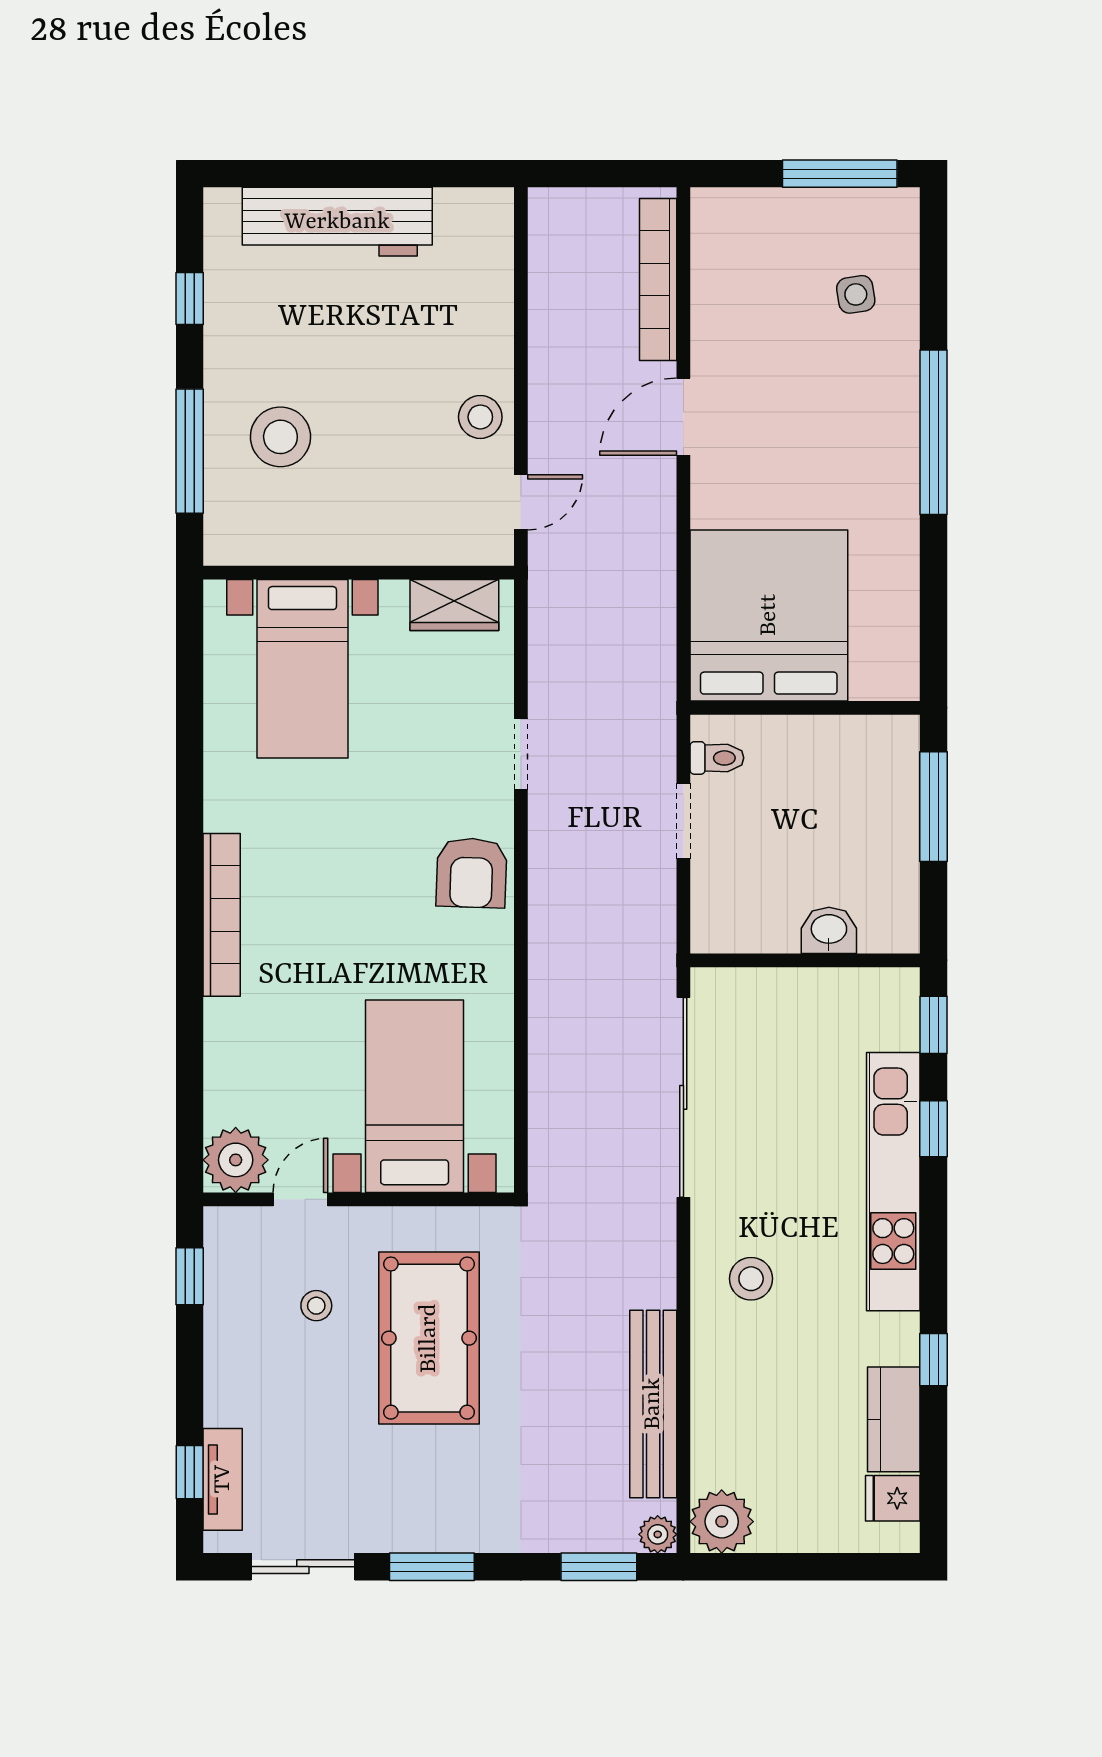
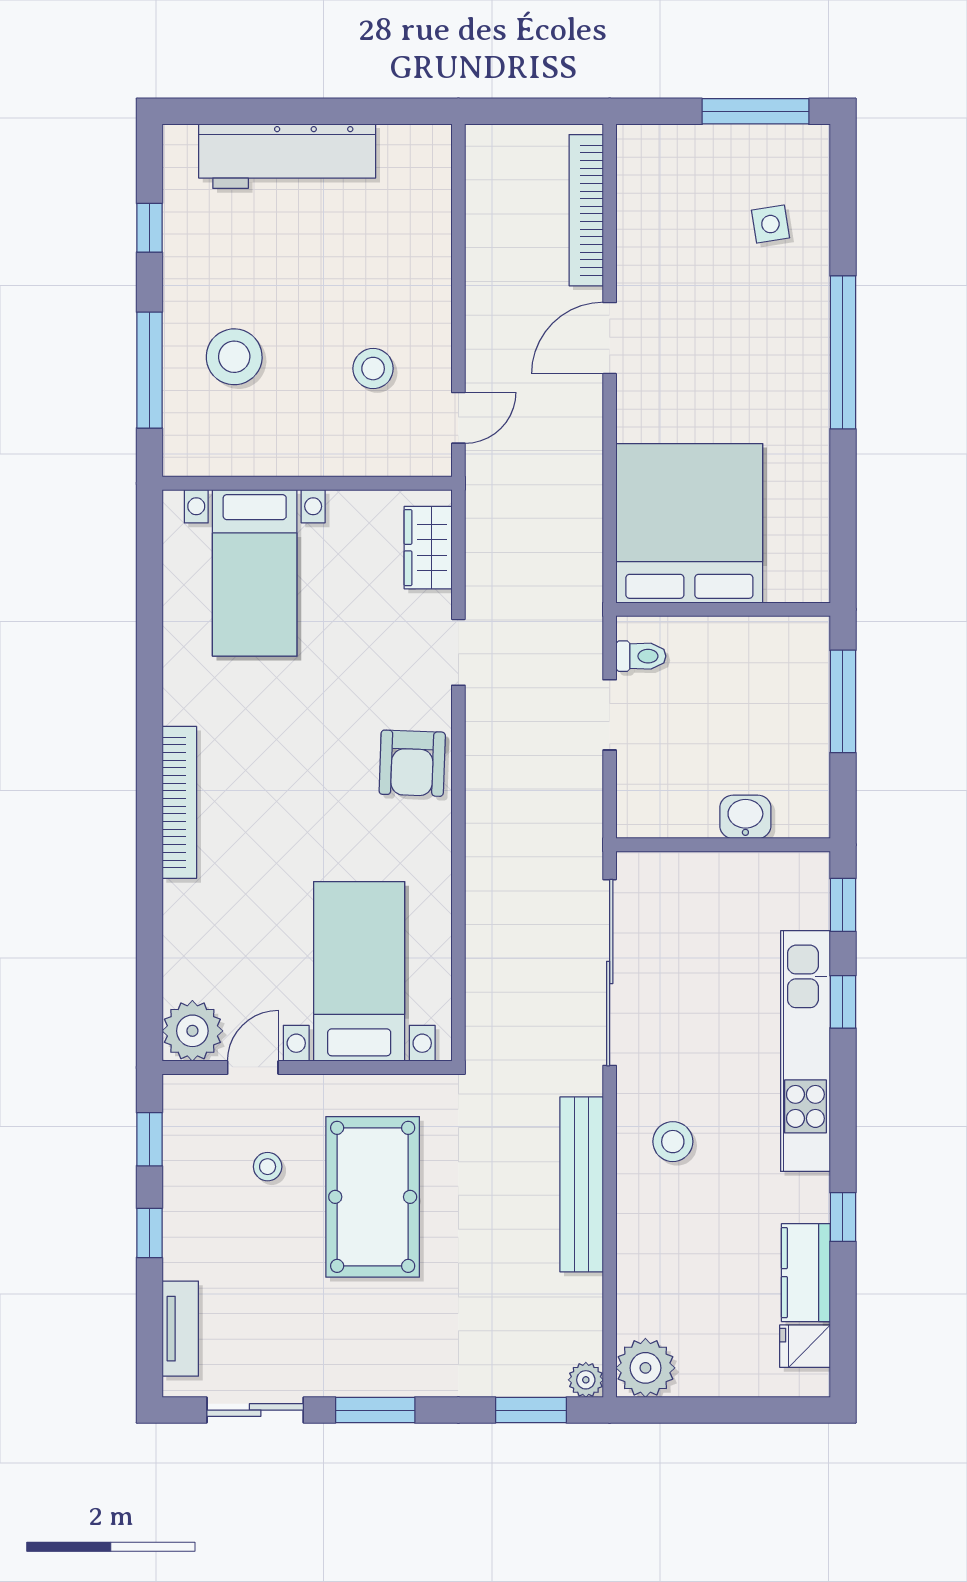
stool: (480, 417) -> (373, 369), moved
wardrobe: (454, 605) -> (428, 548), moved, turned 90
bench: (653, 1404) -> (582, 1184), moved
window: (190, 1472) -> (149, 1233), moved

